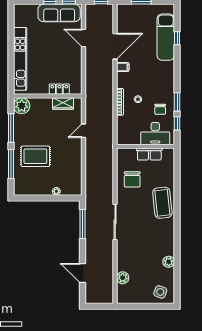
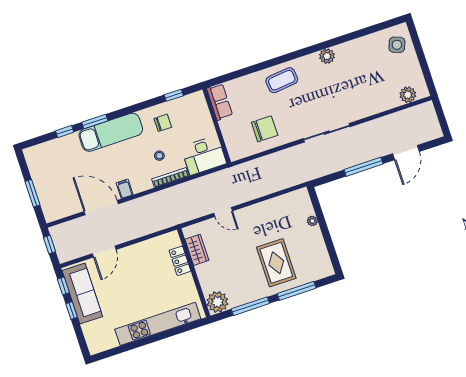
exam couch: (166, 37) -> (111, 132), moved
window: (177, 102) -> (95, 121), moved
desk: (155, 134) -> (204, 155), moved, turned 90
row of seats: (149, 154) -> (220, 102), moved
coffee table: (162, 203) -> (282, 80), width x0.73, depth x0.76
window: (82, 224) -> (364, 167), moved
plant: (169, 262) -> (327, 56), moved
plant: (123, 278) -> (408, 95), moved

